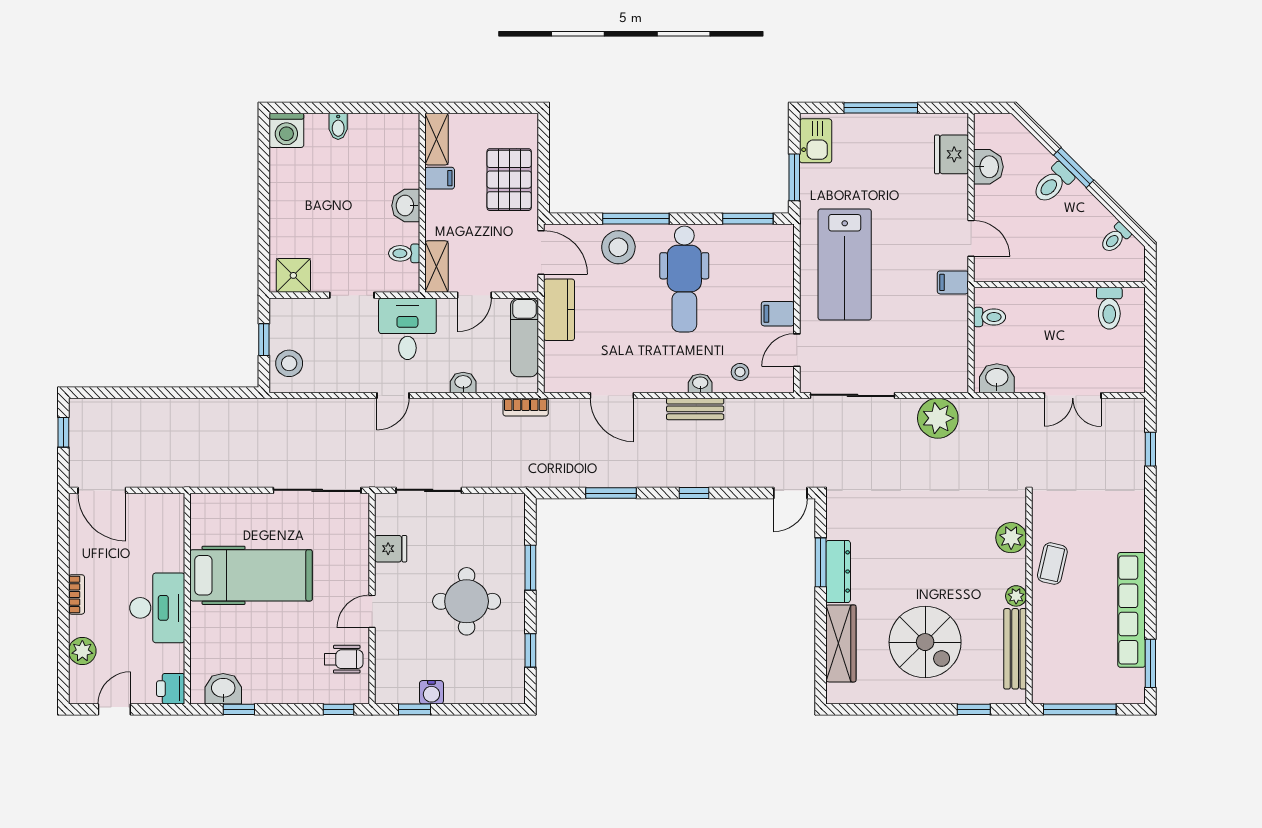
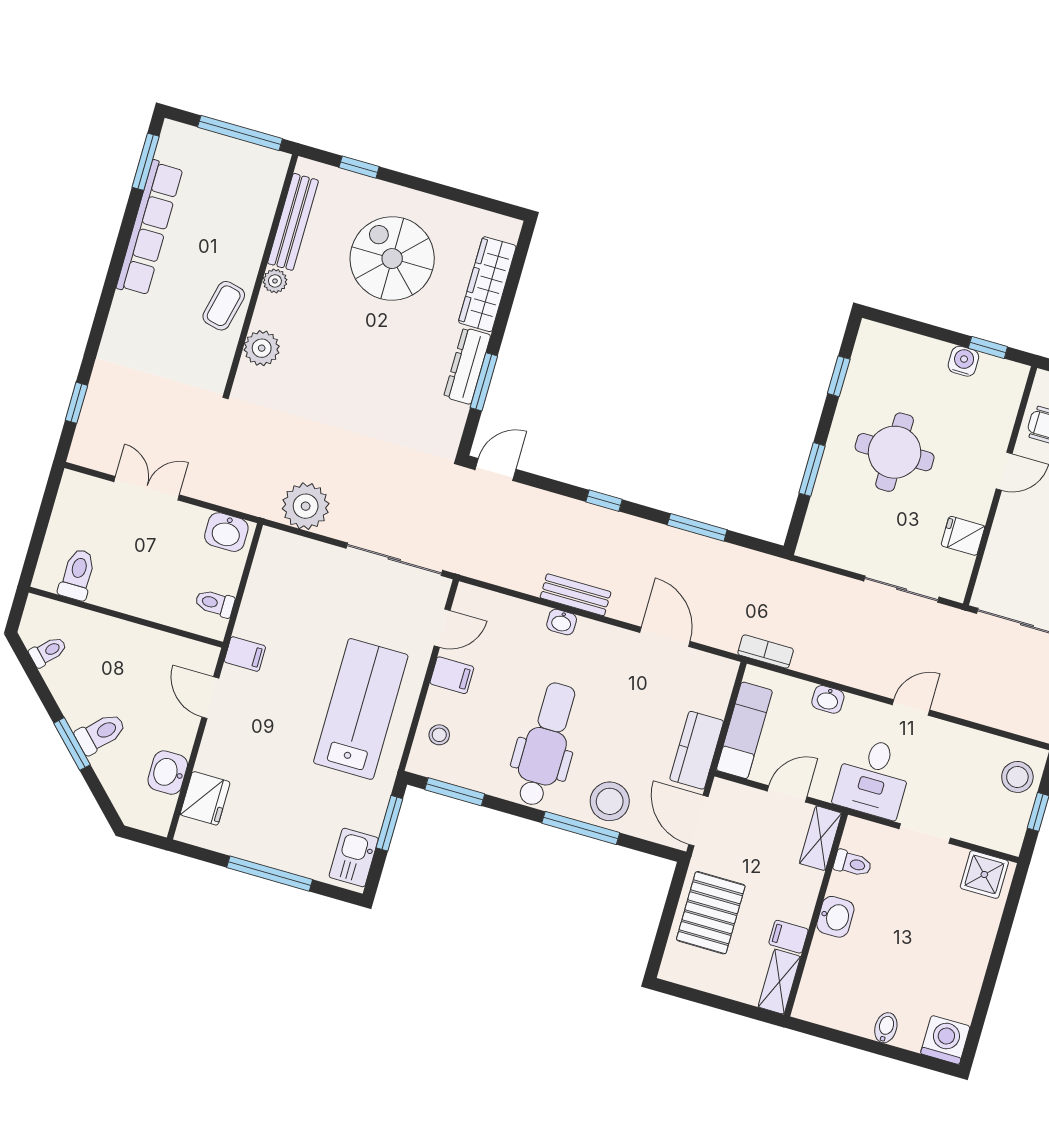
stool: (740, 372) -> (439, 735), moved

